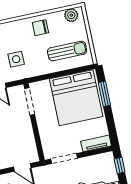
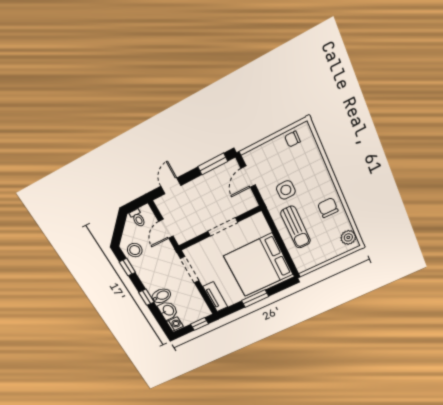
sun lounger: (67, 51) -> (296, 227), moved
window: (104, 94) -> (255, 299), moved
doorway: (30, 102) -> (223, 227), moved

